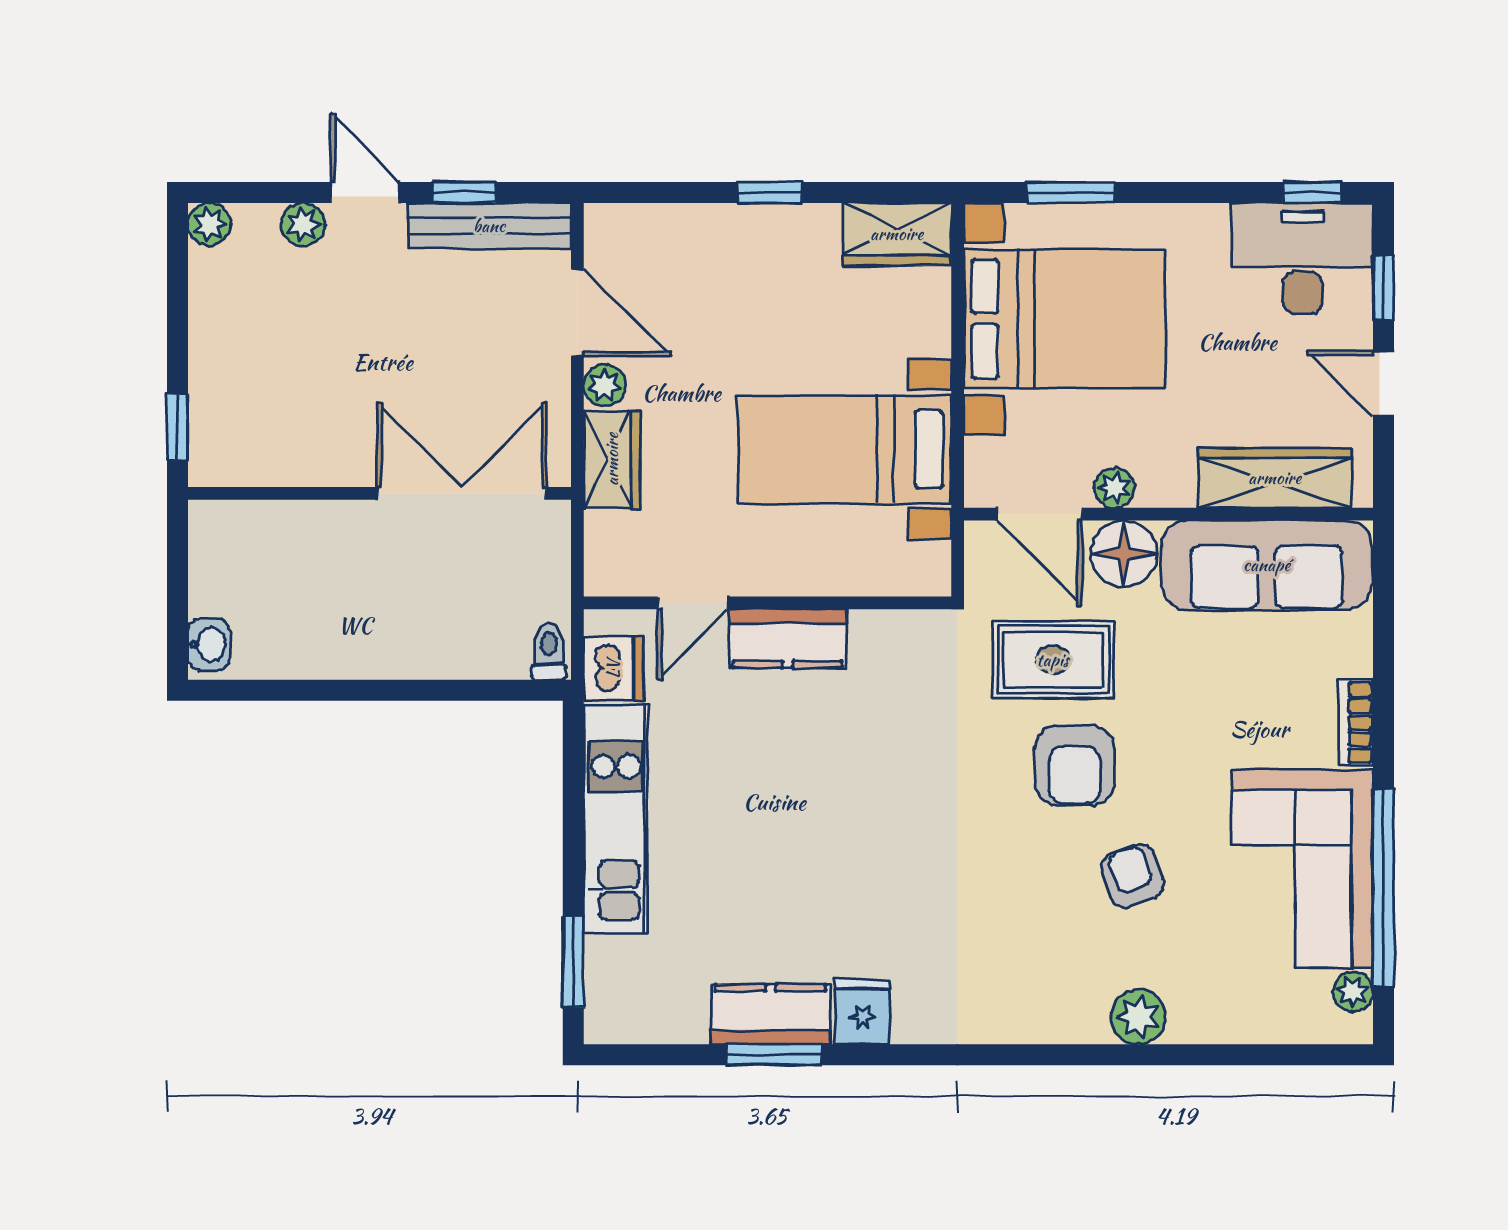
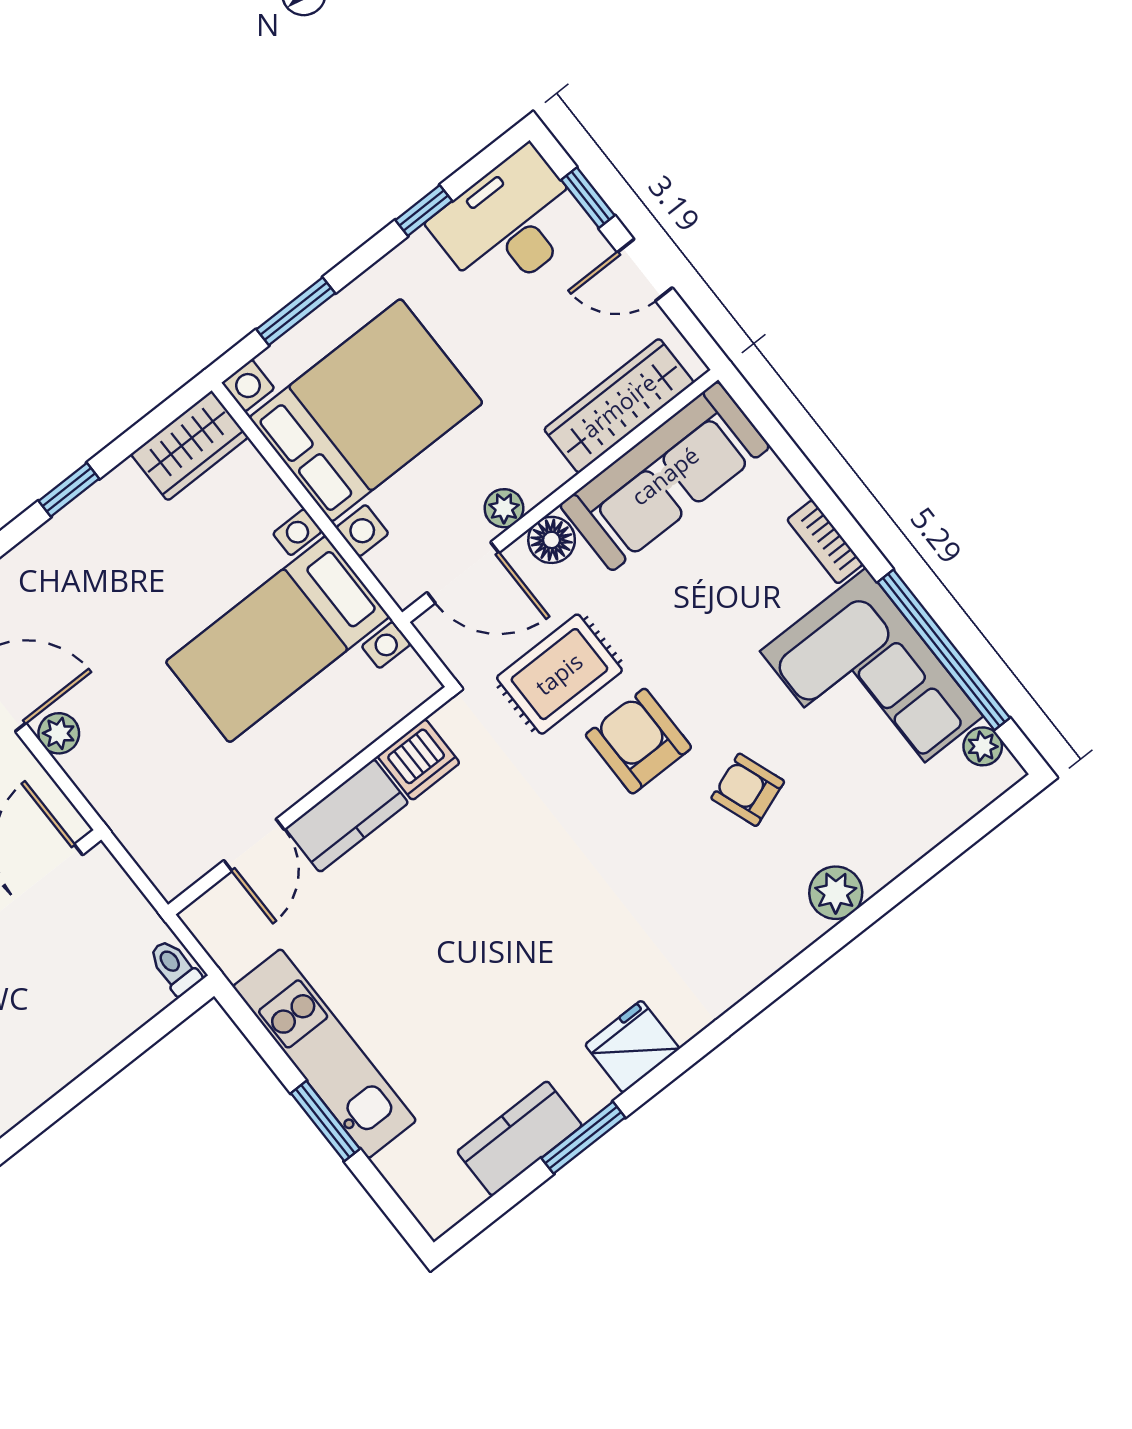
window: (1312, 192) -> (424, 210), moved
wardrobe: (612, 459) -> (108, 785), removed
floor lamp: (1124, 554) -> (552, 540), width x0.73, depth x0.73
dishwasher: (613, 669) -> (419, 760), moved, turned 90
armchair: (1075, 765) -> (638, 741), turned 180
window: (573, 962) -> (325, 1121), moved
fridge: (862, 1012) -> (632, 1047), width x1.38
kitchen counter: (771, 1014) -> (520, 1138), moved

